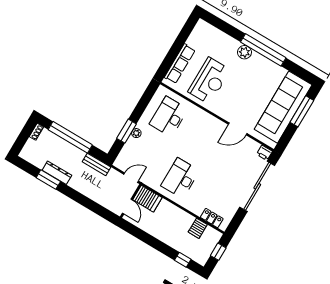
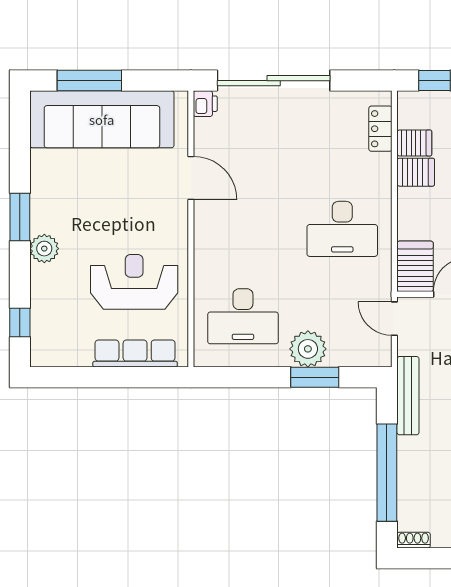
window: (220, 24) -> (20, 322), added
window: (263, 50) -> (20, 217), width x0.47
plant: (136, 133) -> (308, 349), width x1.88, depth x1.88
bench: (96, 164) -> (408, 396), width x1.36
server rack: (186, 222) -> (416, 172), added

